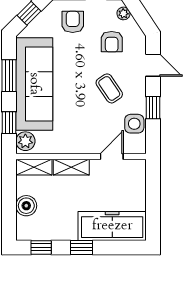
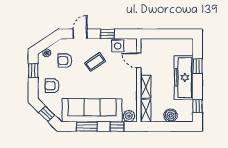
armchair: (112, 42) -> (65, 61), turned 180
freezer: (112, 226) -> (184, 77), moved
window: (82, 247) -> (197, 66), moved

